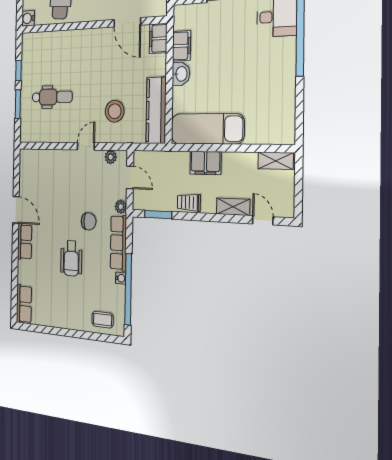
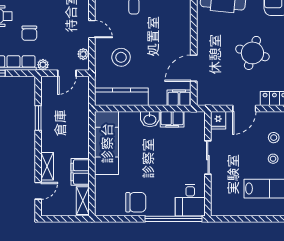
chair: (279, 89) -> (136, 202), added
filing cabinet: (205, 163) -> (80, 172), moved
trolley: (189, 203) -> (49, 128), removed
window: (158, 215) -> (38, 118), moved

